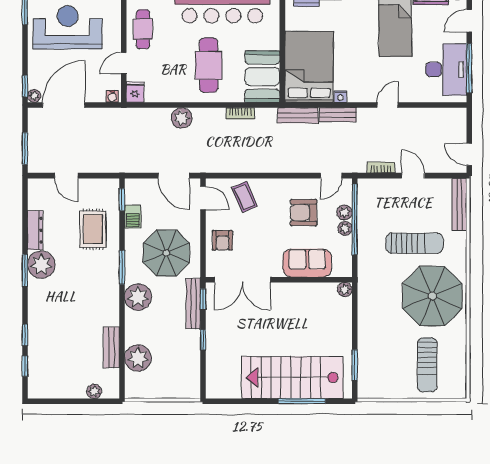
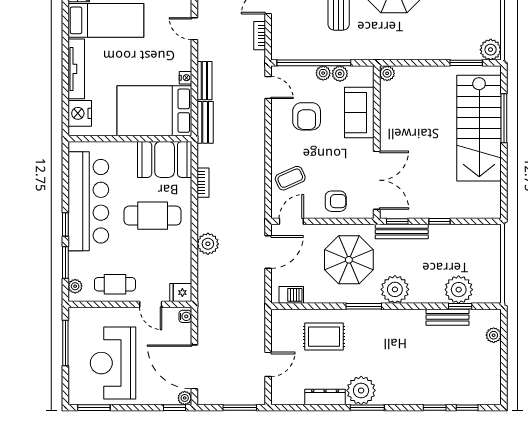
window: (122, 200) -> (460, 306), moved
plant: (344, 212) -> (340, 74), moved
barbecue: (133, 217) -> (291, 295), moved
plant: (367, 388) -> (491, 50), added

